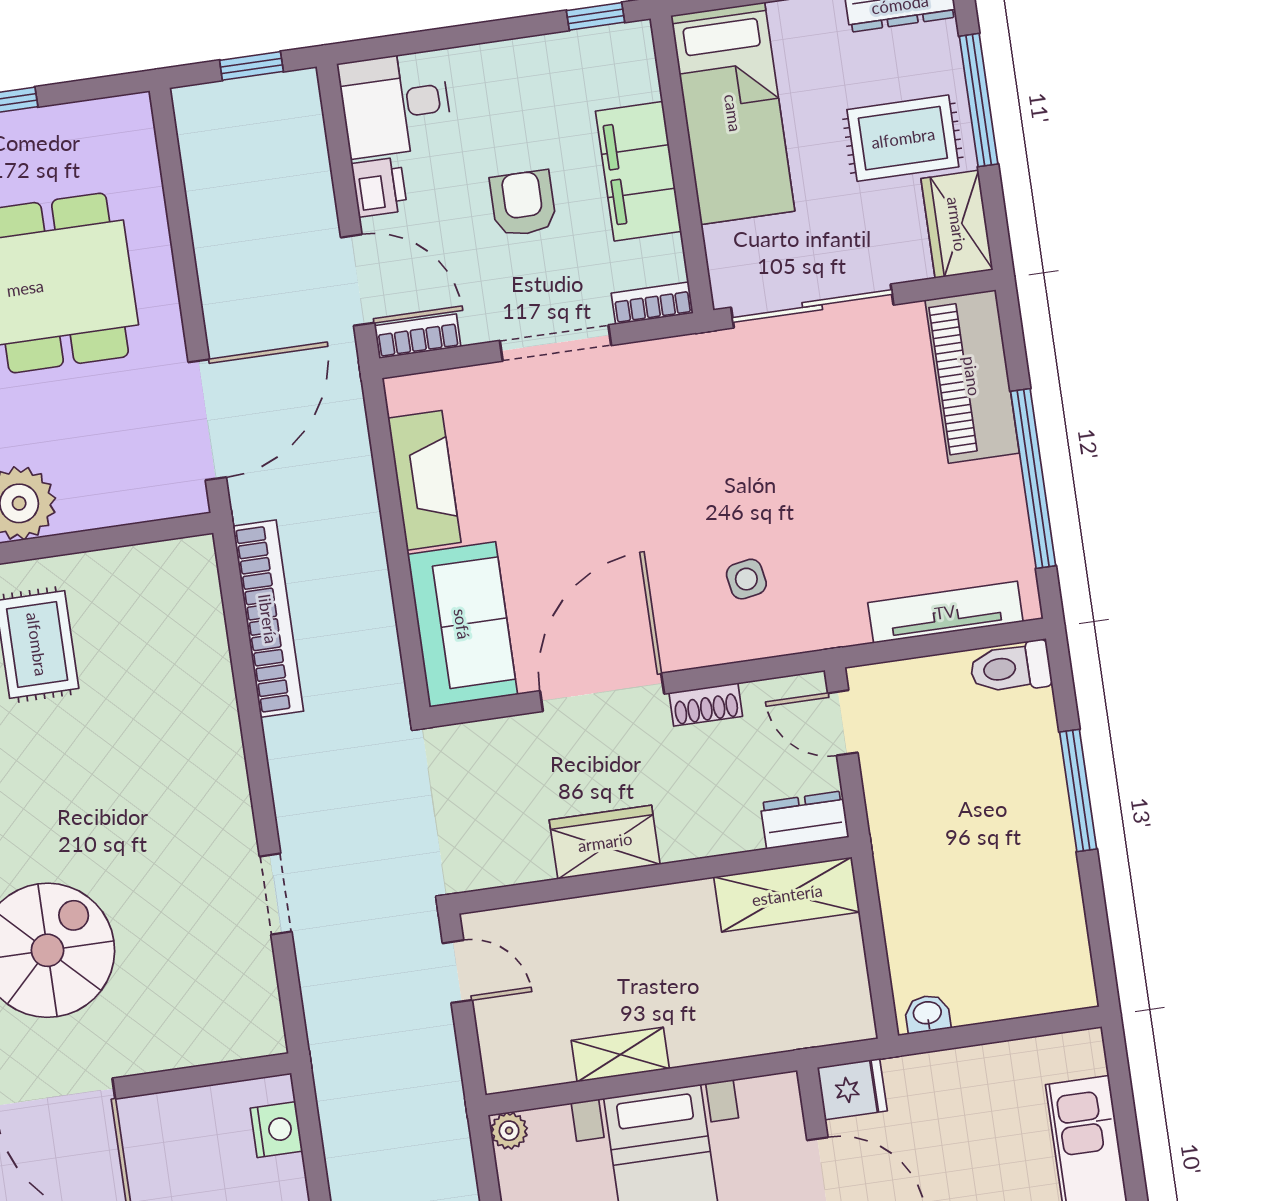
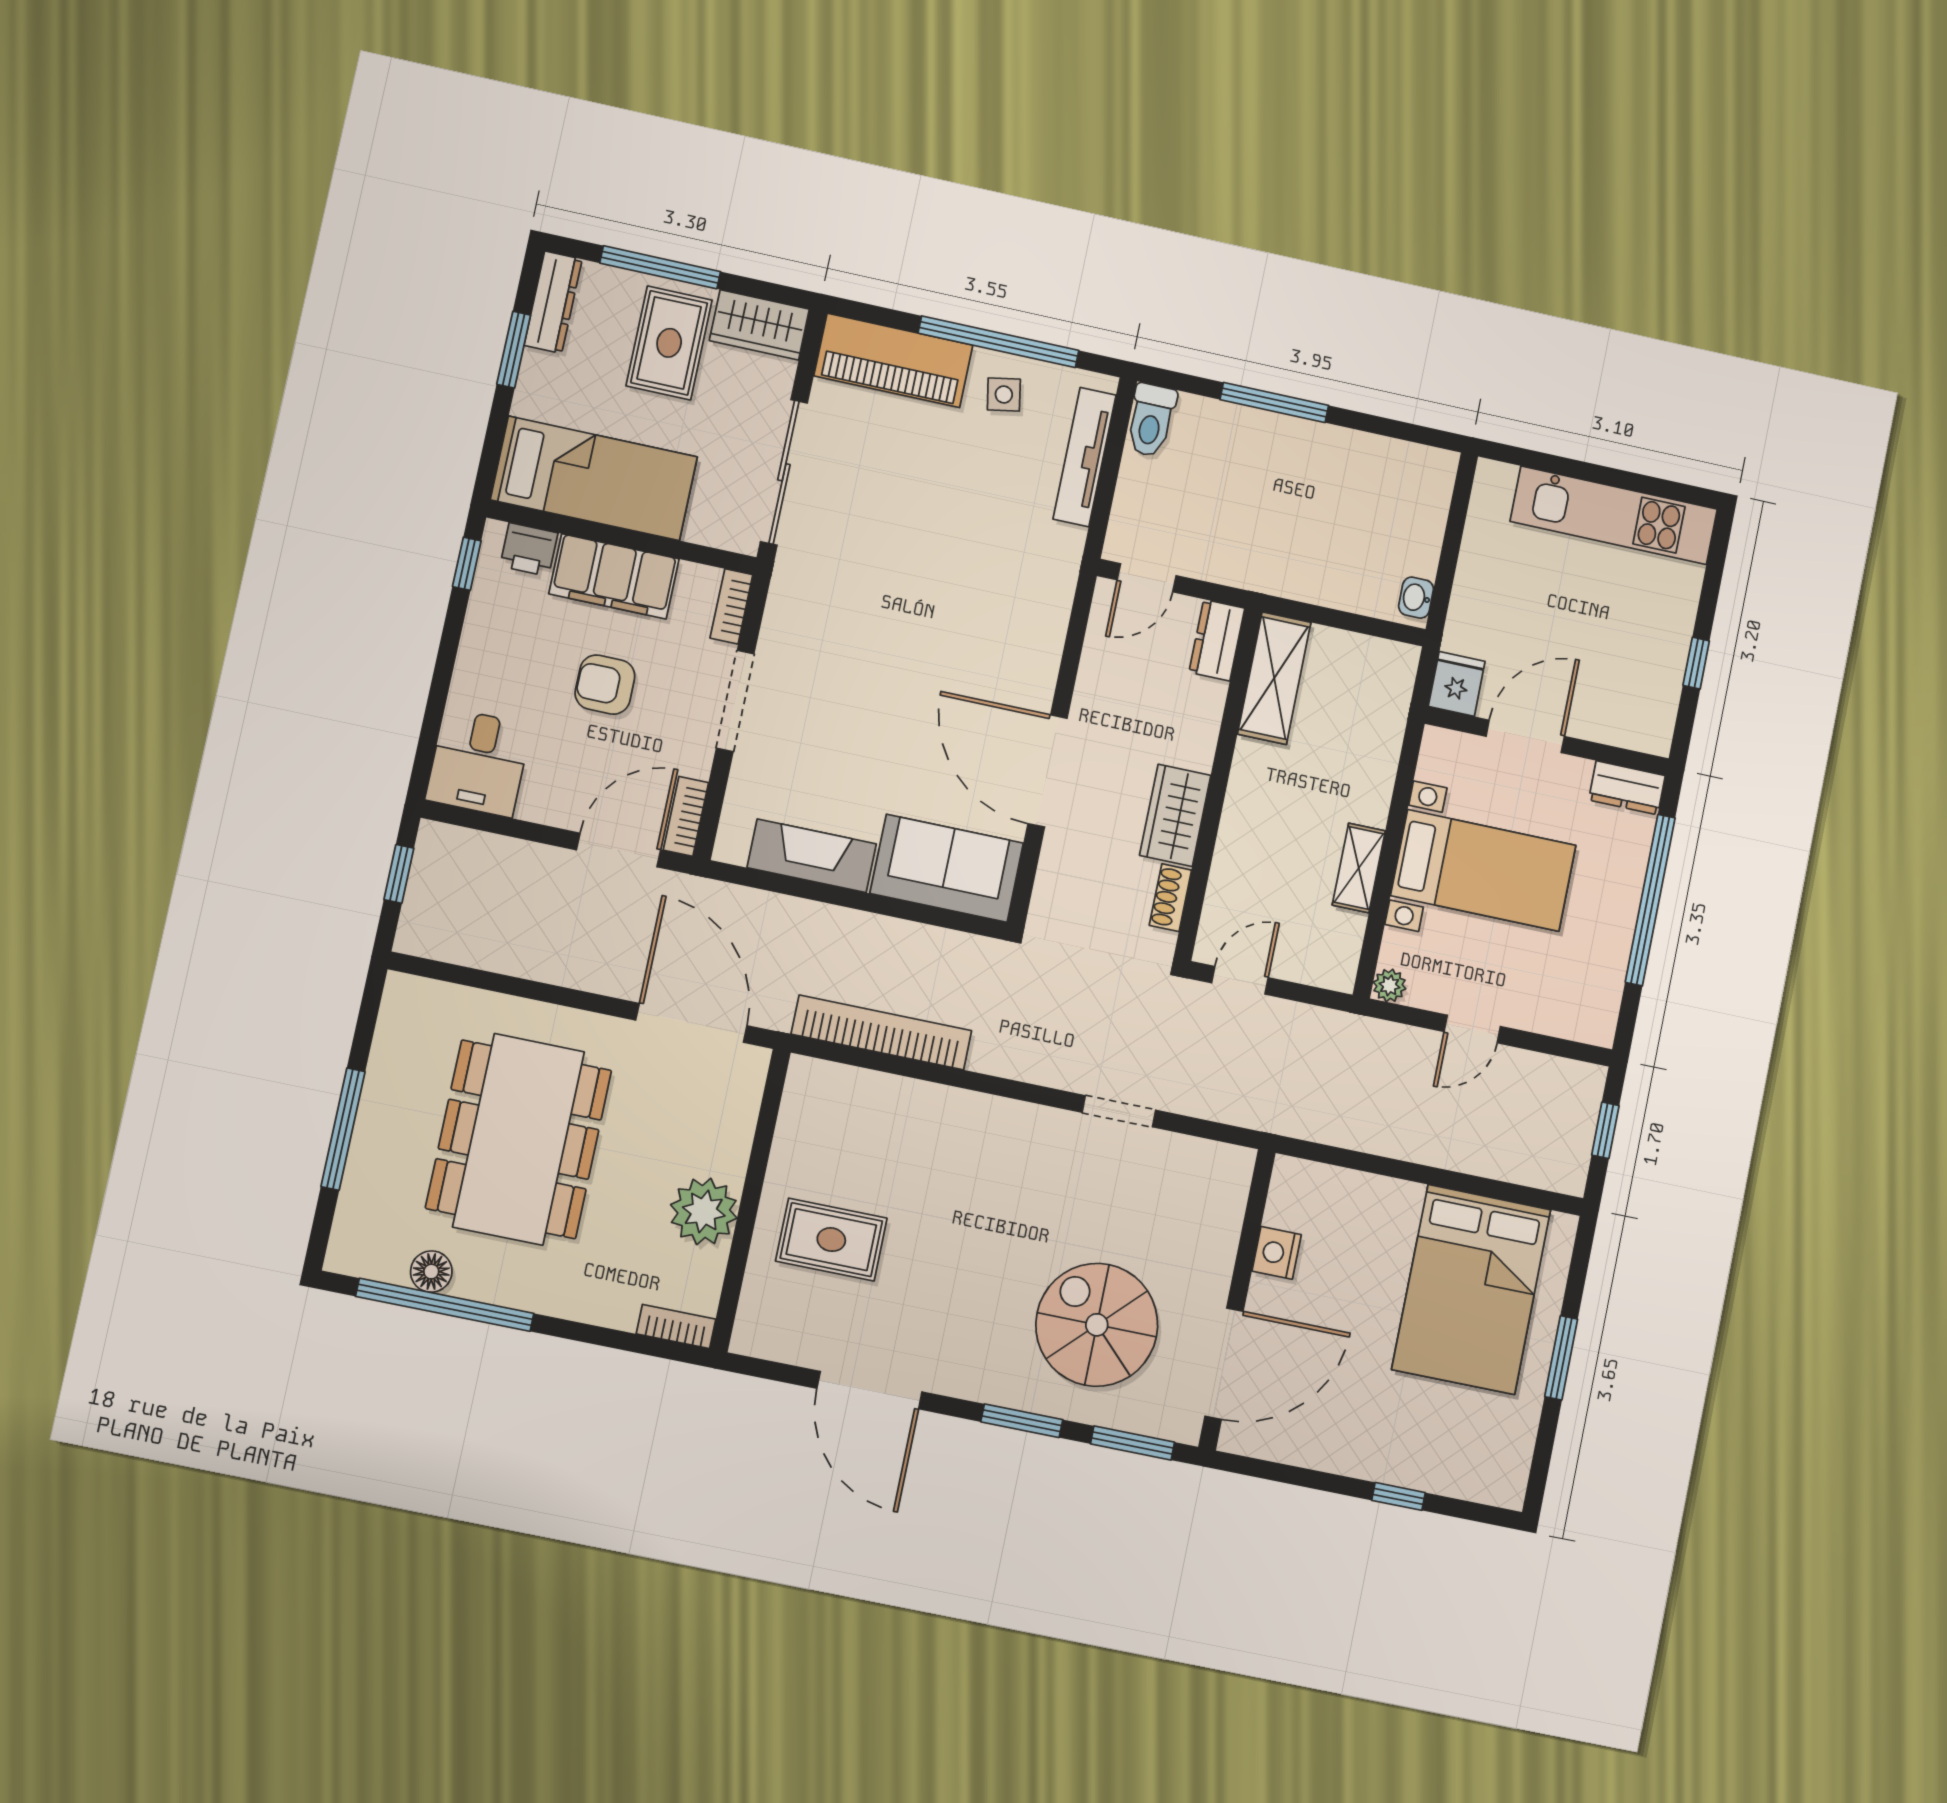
printer: (379, 187) -> (529, 549), moved, turned 180
side table: (746, 579) -> (1004, 395), moved
shoe rack: (706, 705) -> (1170, 898), moved, turned 180
nightstand: (276, 1130) -> (1277, 1253), moved, turned -90

